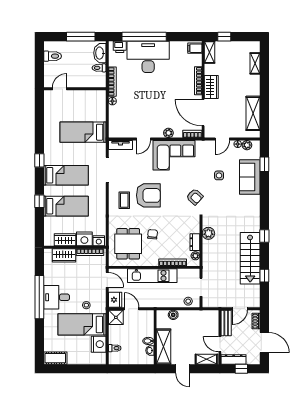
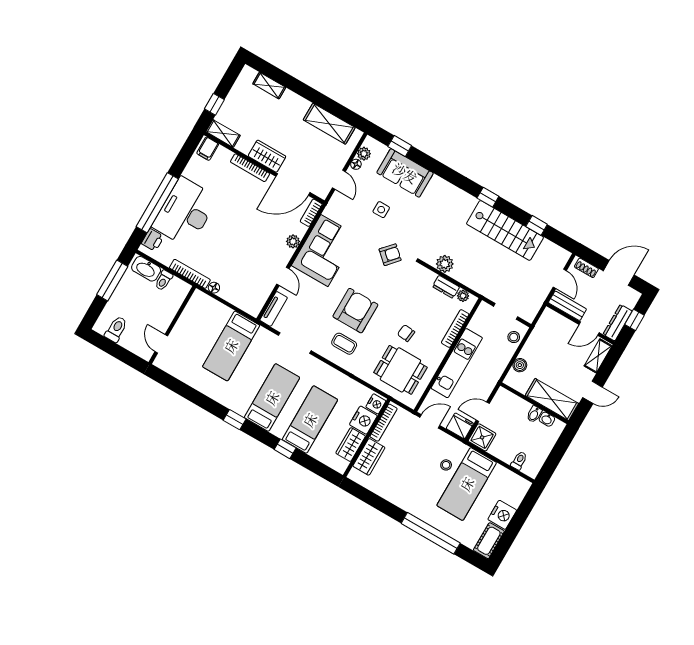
window: (39, 297) -> (431, 533), moved
desk: (57, 297) -> (415, 496), removed
nightstand: (99, 344) -> (502, 515), moved, turned 90

